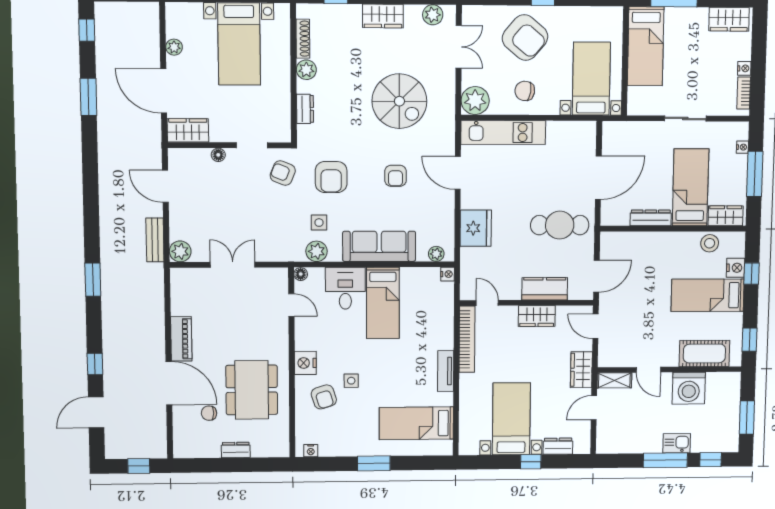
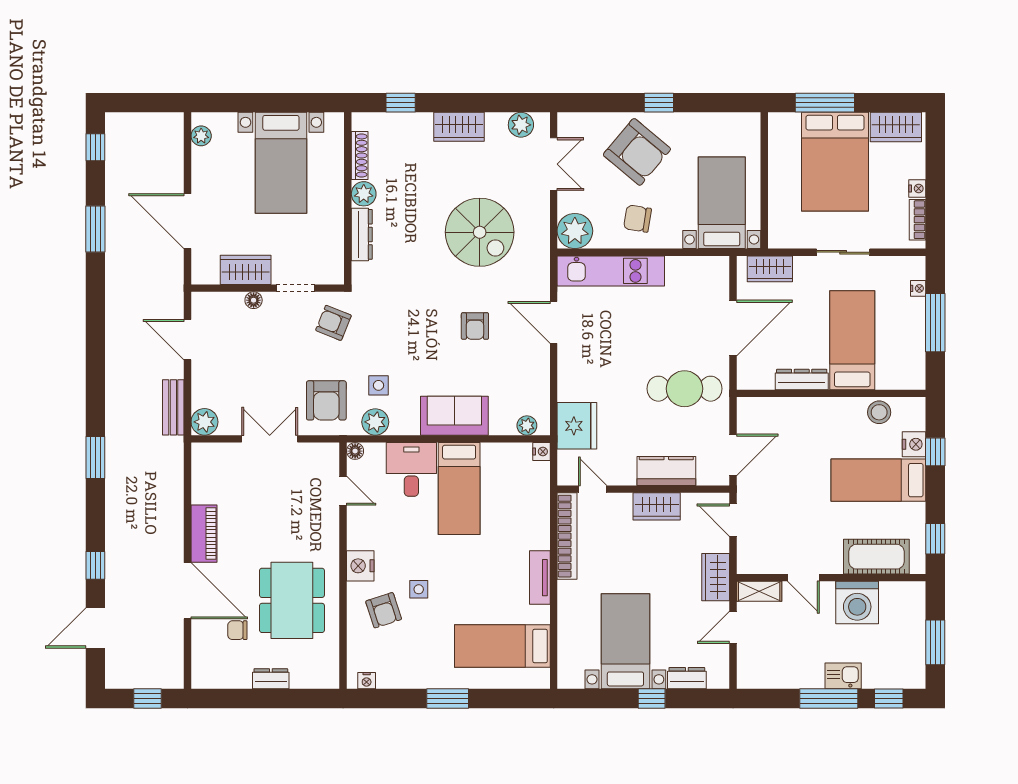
bed: (646, 46) -> (835, 162), moved, width x1.50
plant: (174, 47) -> (201, 136), moved
dresser: (305, 109) -> (362, 234), width x1.44
wardrobe: (188, 130) -> (246, 270), moved
armchair: (331, 177) -> (326, 400), moved
wardrobe: (726, 216) -> (770, 269), moved, turned 180
fridge: (476, 228) -> (577, 426), moved
sofa: (379, 246) -> (454, 416), width x0.73

